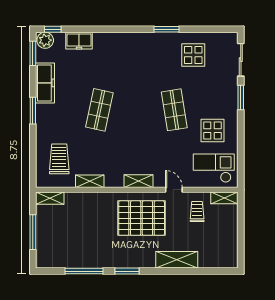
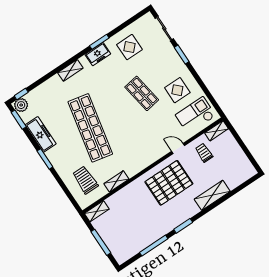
freezer: (79, 41) -> (98, 54), moved
shop shelf: (99, 110) -> (90, 128), width x2.00, depth x1.36
shelving: (139, 181) -> (70, 70), moved

